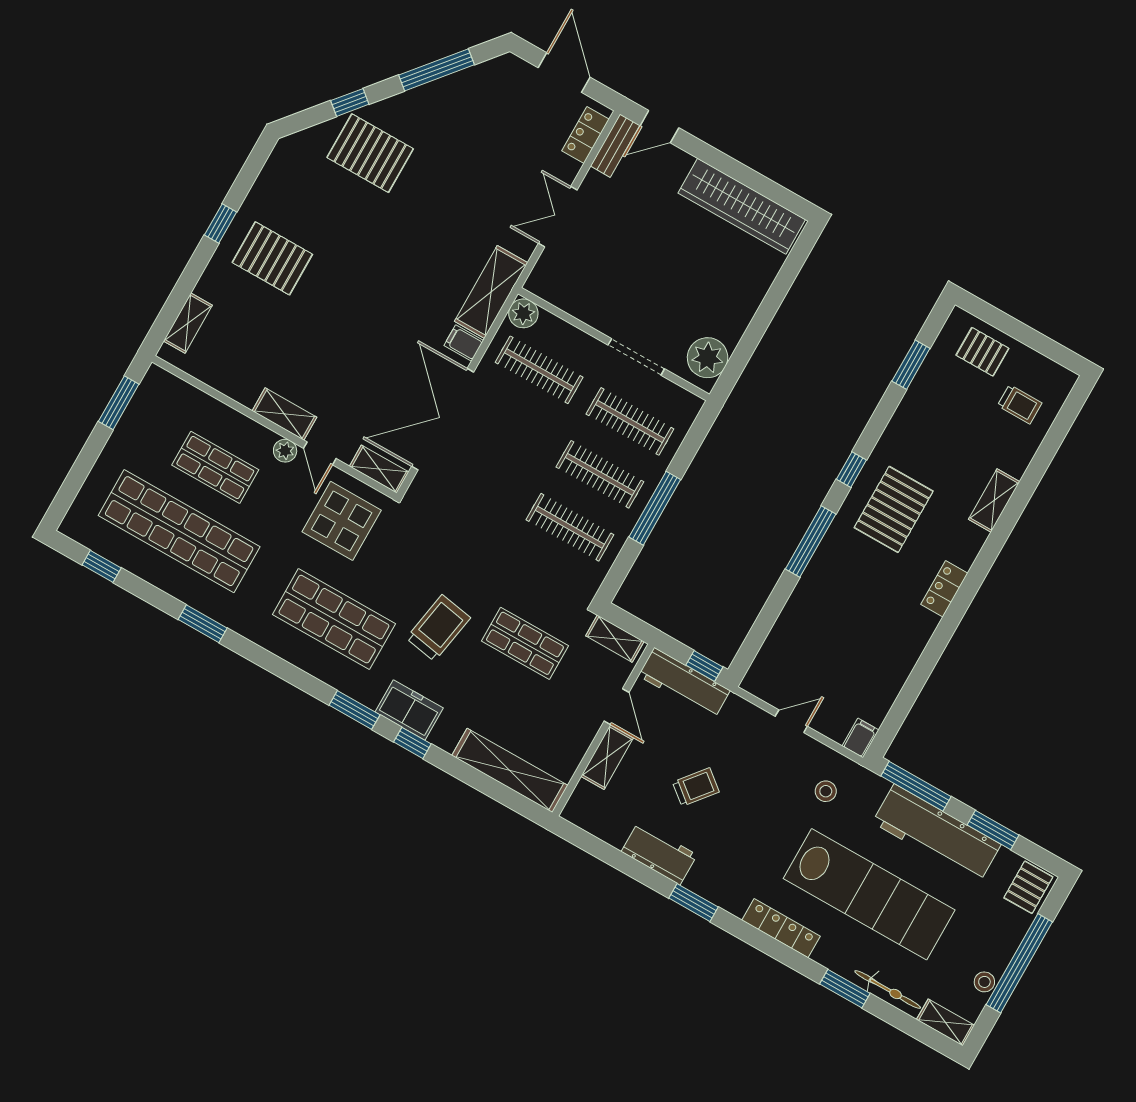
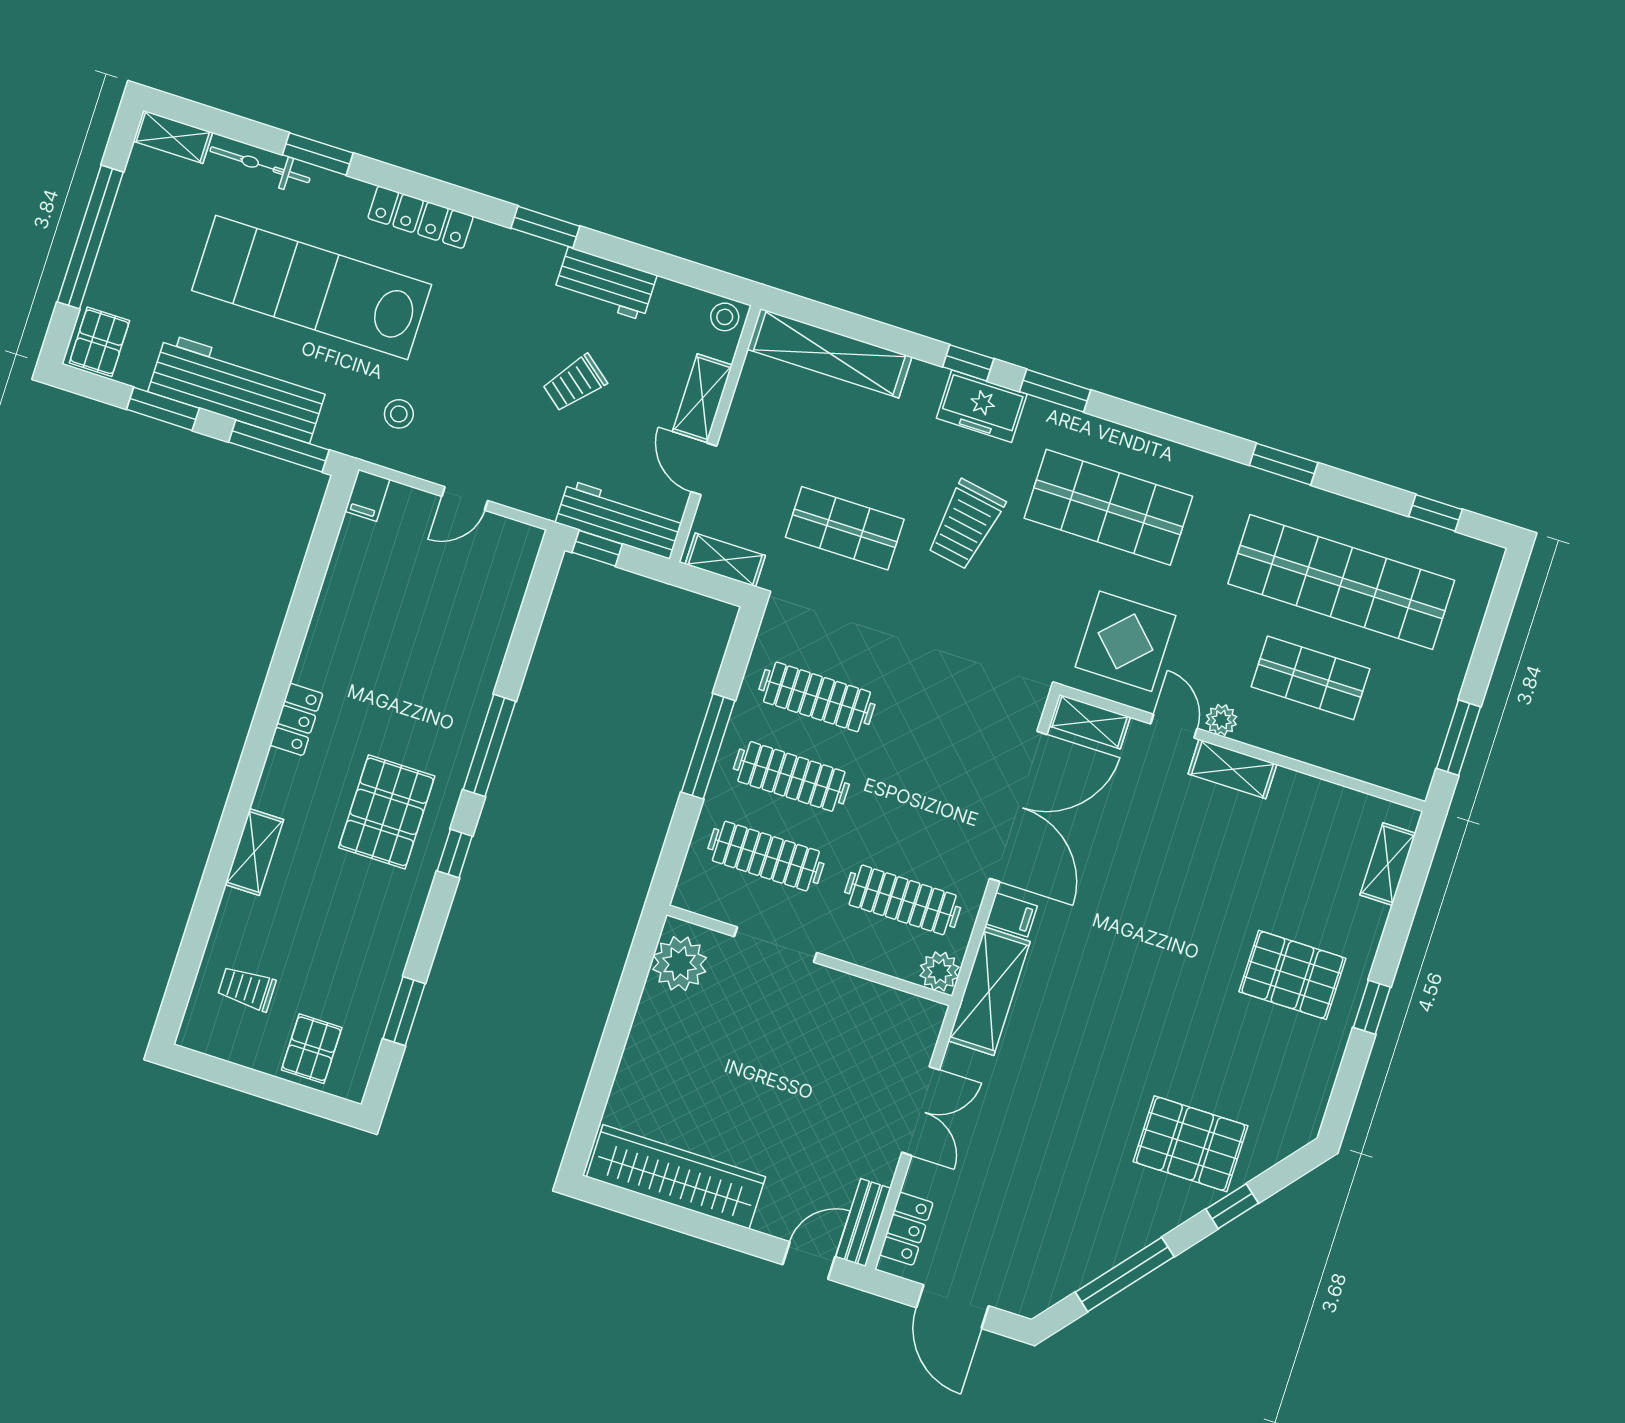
pallet: (982, 352) -> (312, 1049), turned 90
stool: (984, 982) -> (725, 317), moved

